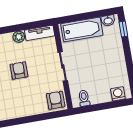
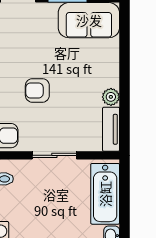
armchair: (19, 70) -> (37, 90), moved, turned 180

